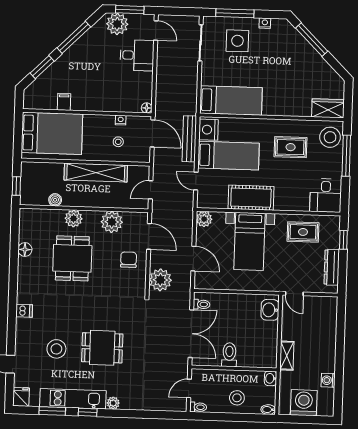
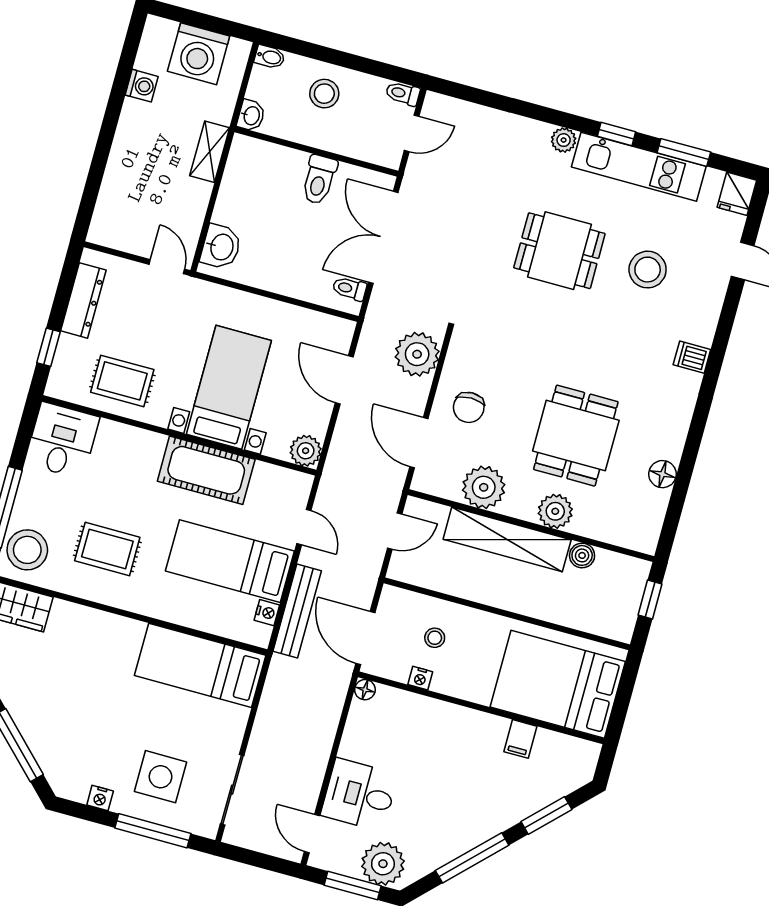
nightstand: (209, 130) -> (267, 613), width x0.53, depth x0.56
shelving: (96, 173) -> (507, 539), moved

